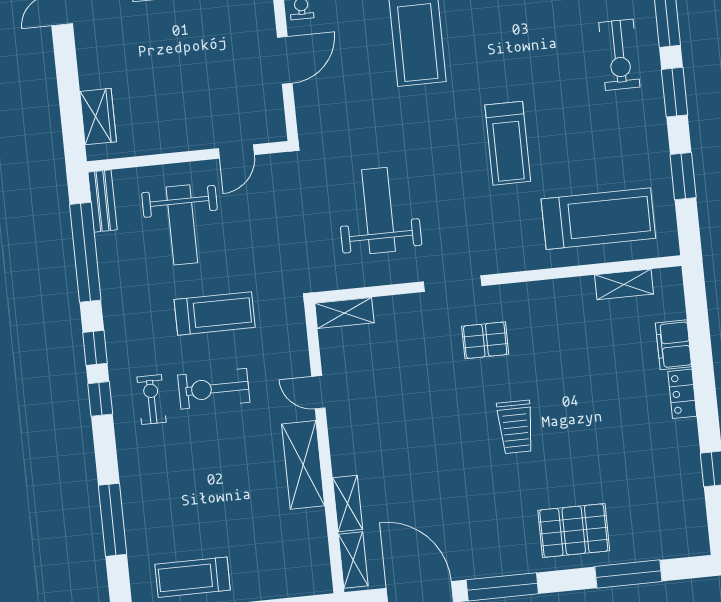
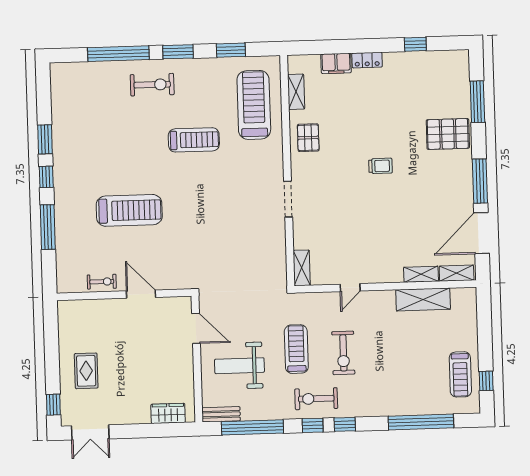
treadmill: (508, 143) -> (194, 140), moved
door: (236, 152) -> (196, 328), width x1.38
weight bench: (378, 211) -> (239, 242), removed
weight bench: (182, 225) -> (239, 366), turned 180
pallet: (485, 340) -> (308, 138), moved
exercise bike: (152, 400) -> (316, 399), moved, width x1.38, depth x1.39
trolley: (515, 427) -> (380, 166), width x0.73, depth x0.72
shelving: (303, 465) -> (423, 299), moved
window: (112, 520) -> (421, 422), width x1.46
pallet: (574, 531) -> (448, 134), turned 90

